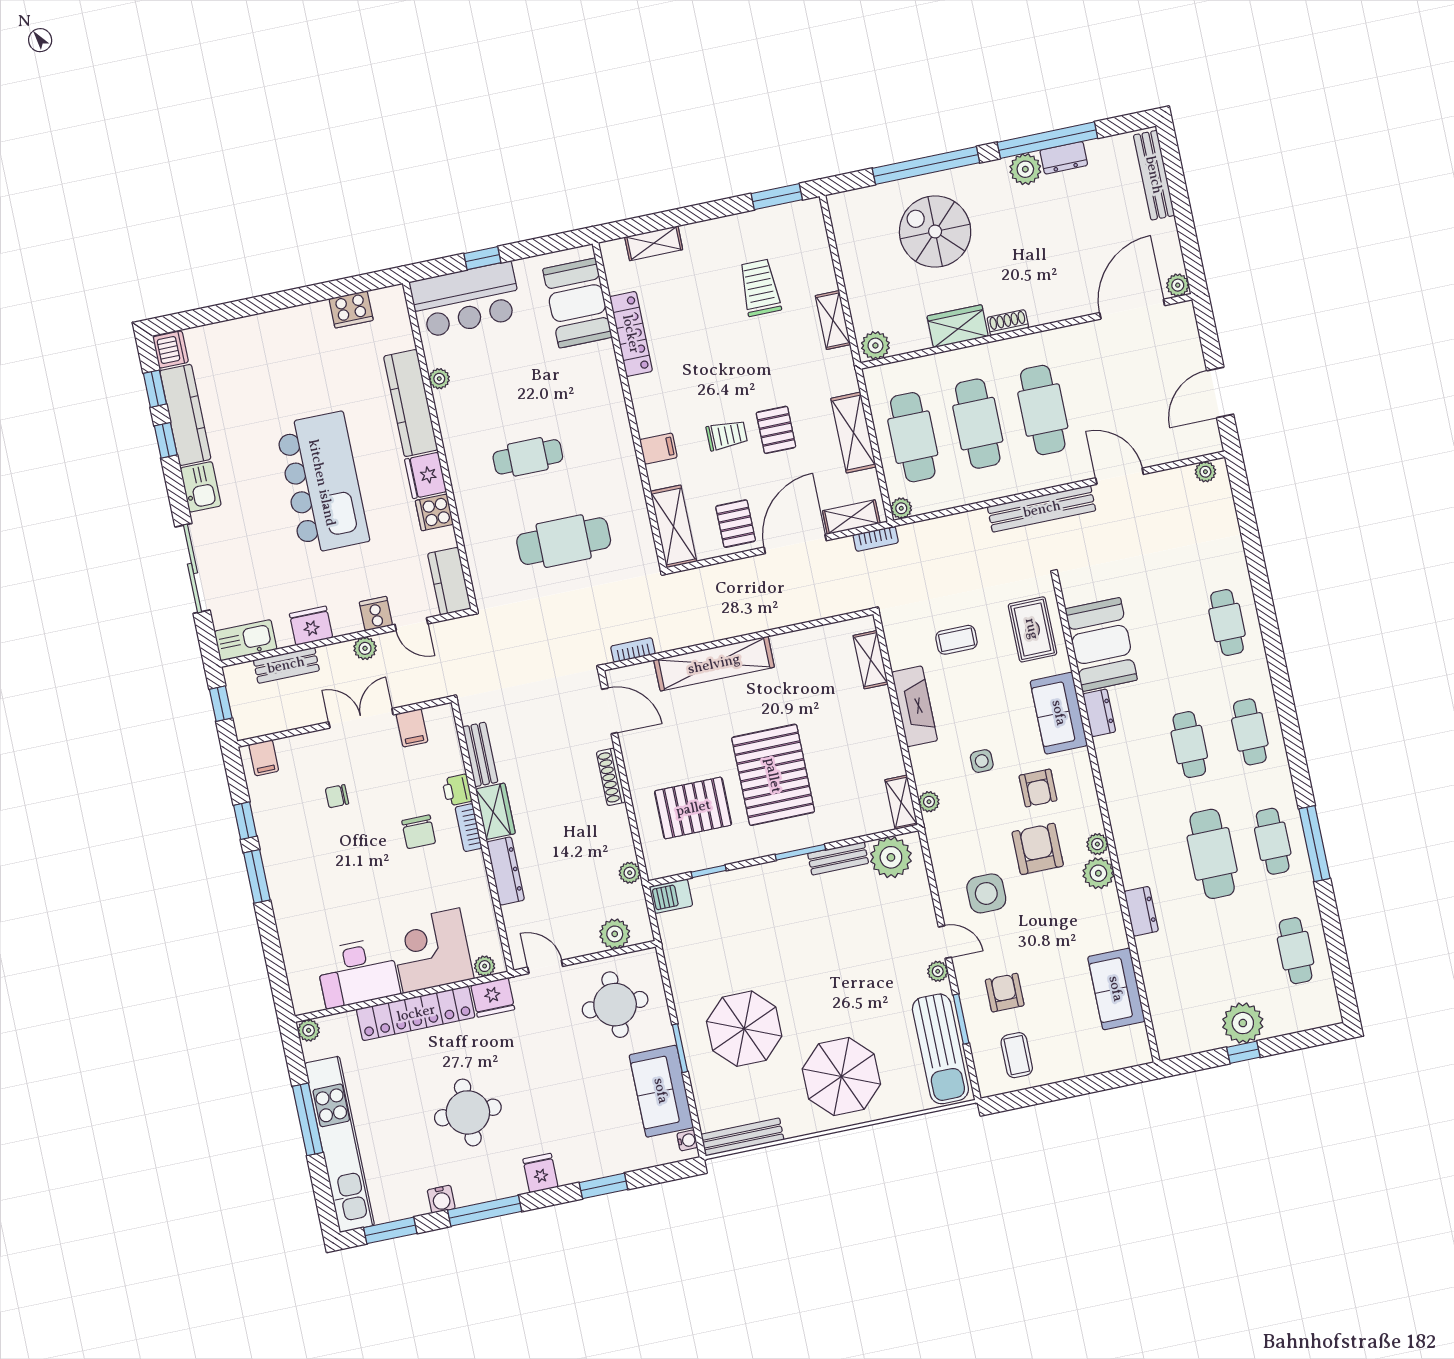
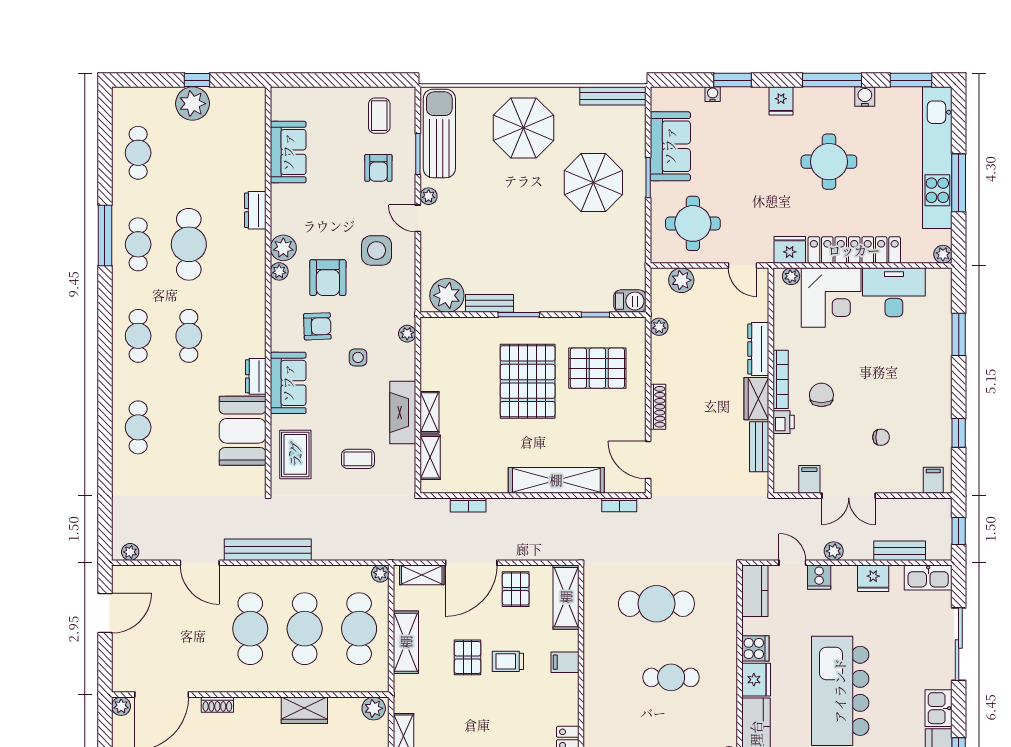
shoe rack: (1008, 323) -> (217, 705), moved
bookcase: (876, 539) -> (468, 505), moved, turned 180
armchair: (1038, 788) -> (317, 326), turned 88
shelving: (901, 802) -> (429, 412), moved
bookcase: (469, 828) -> (781, 379), width x1.56
window: (257, 876) -> (959, 334), moved
water cooler: (687, 1140) -> (713, 94), moved, turned 90

